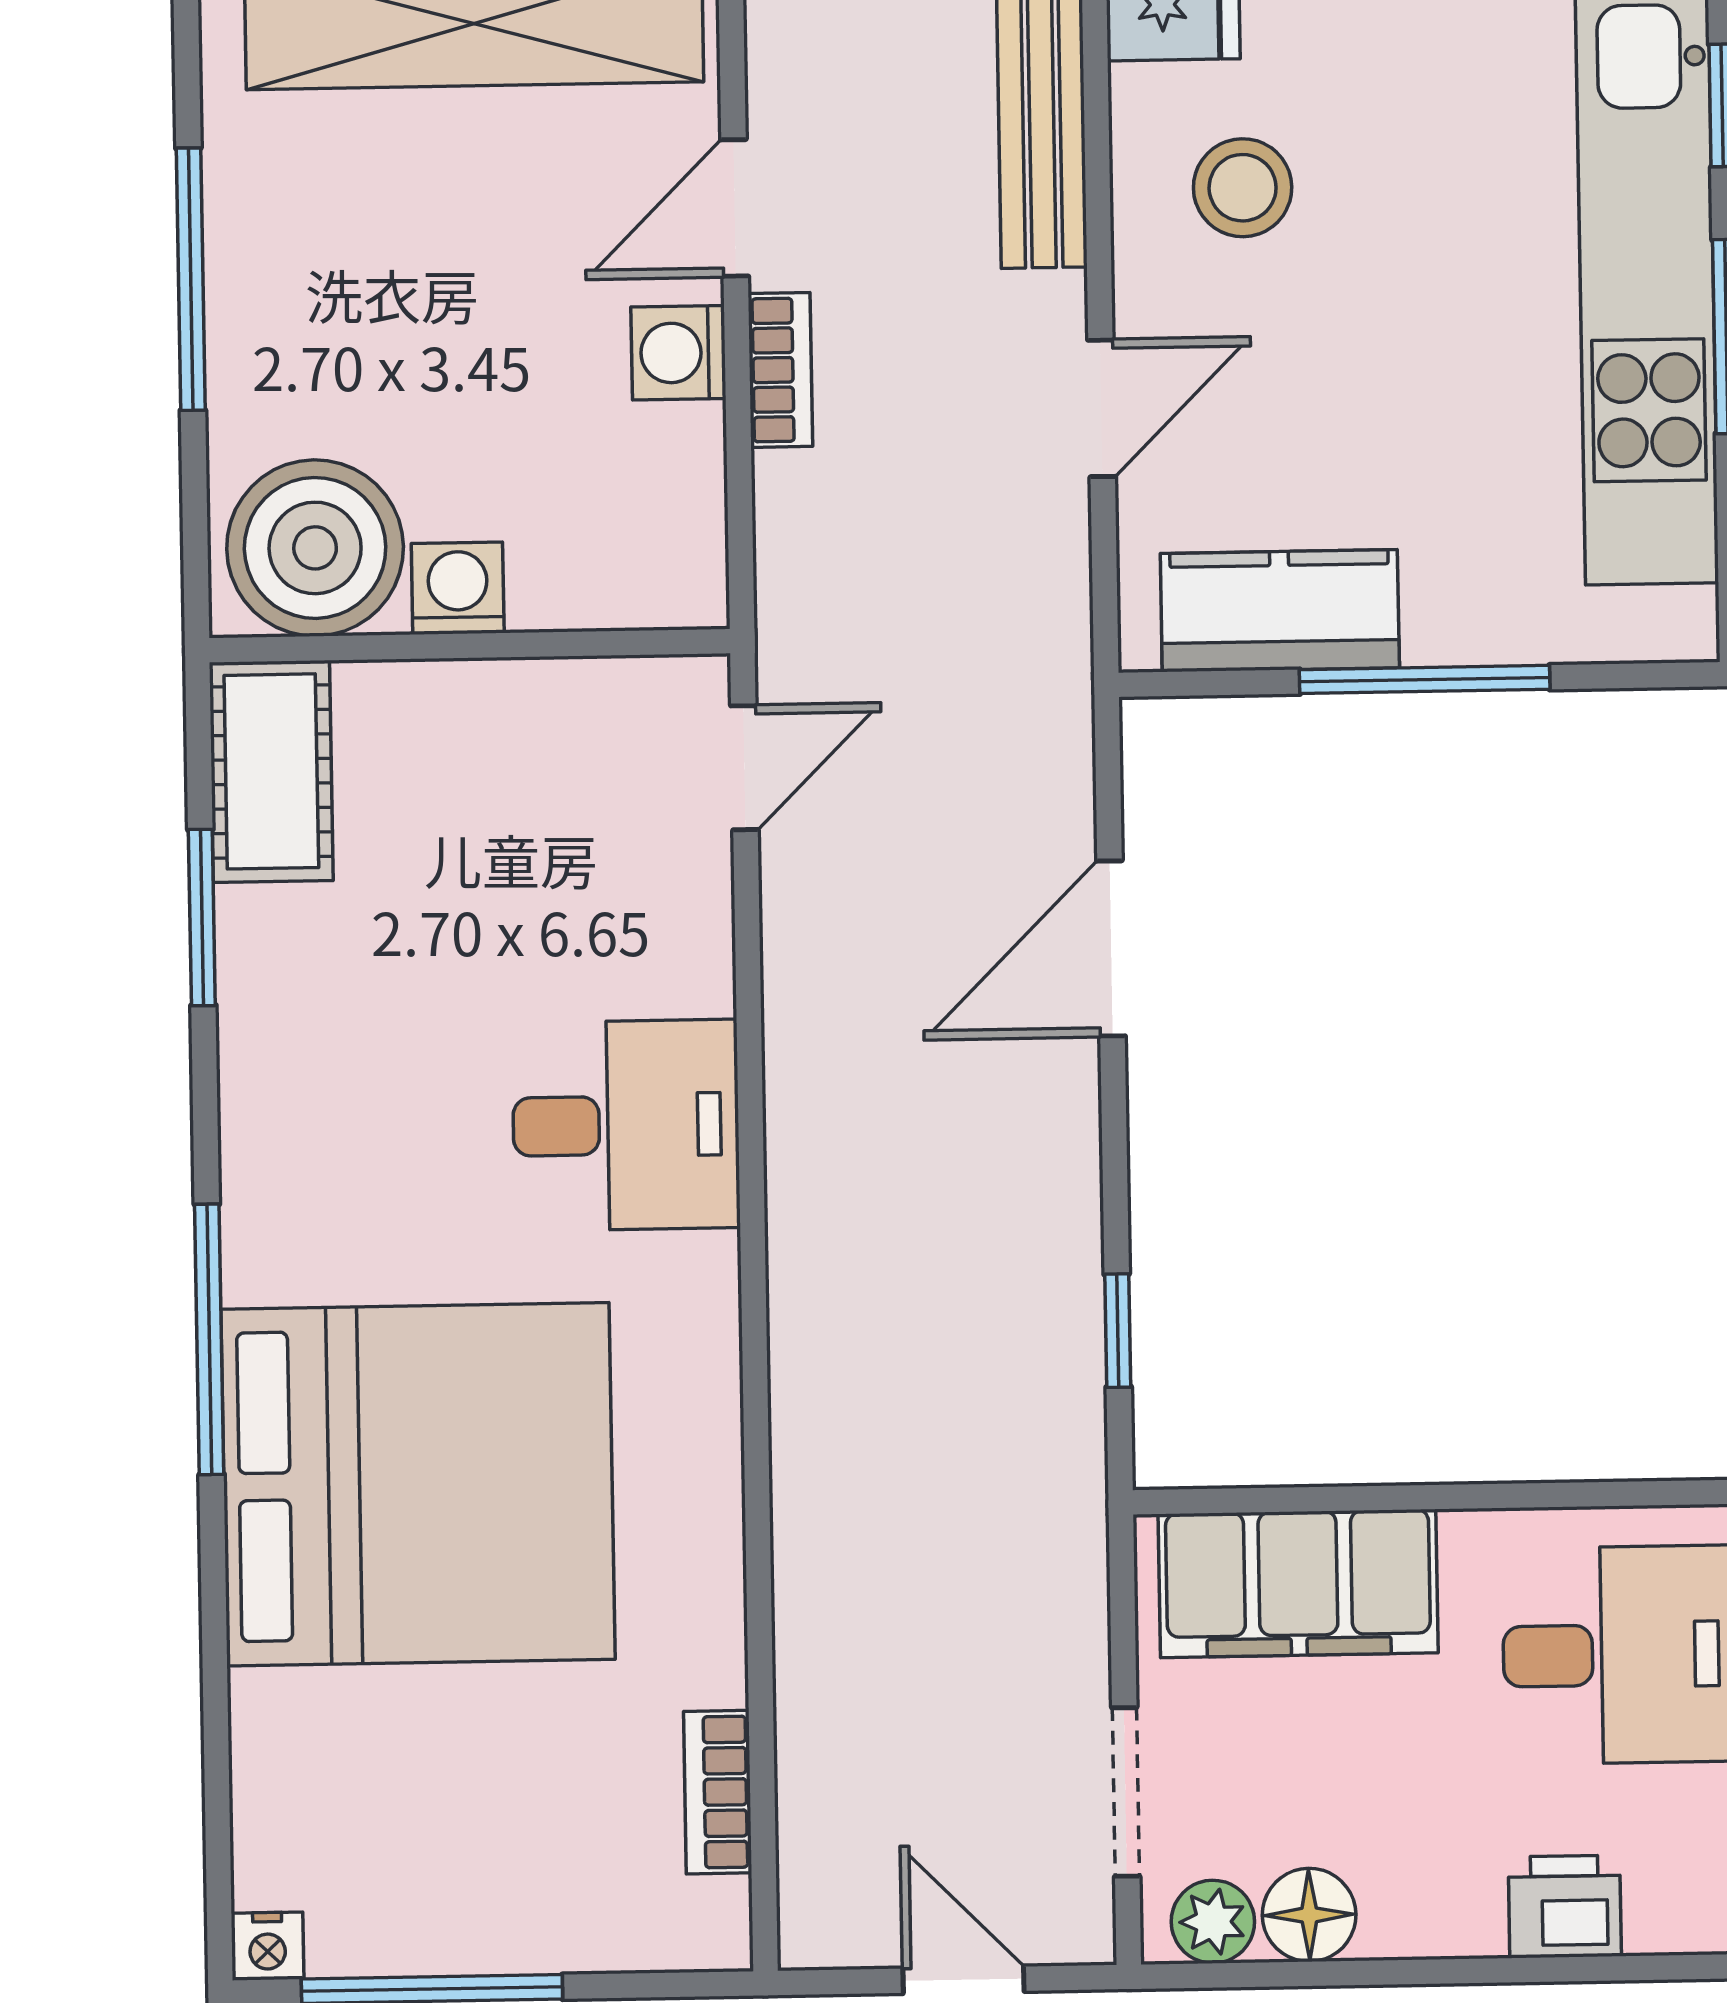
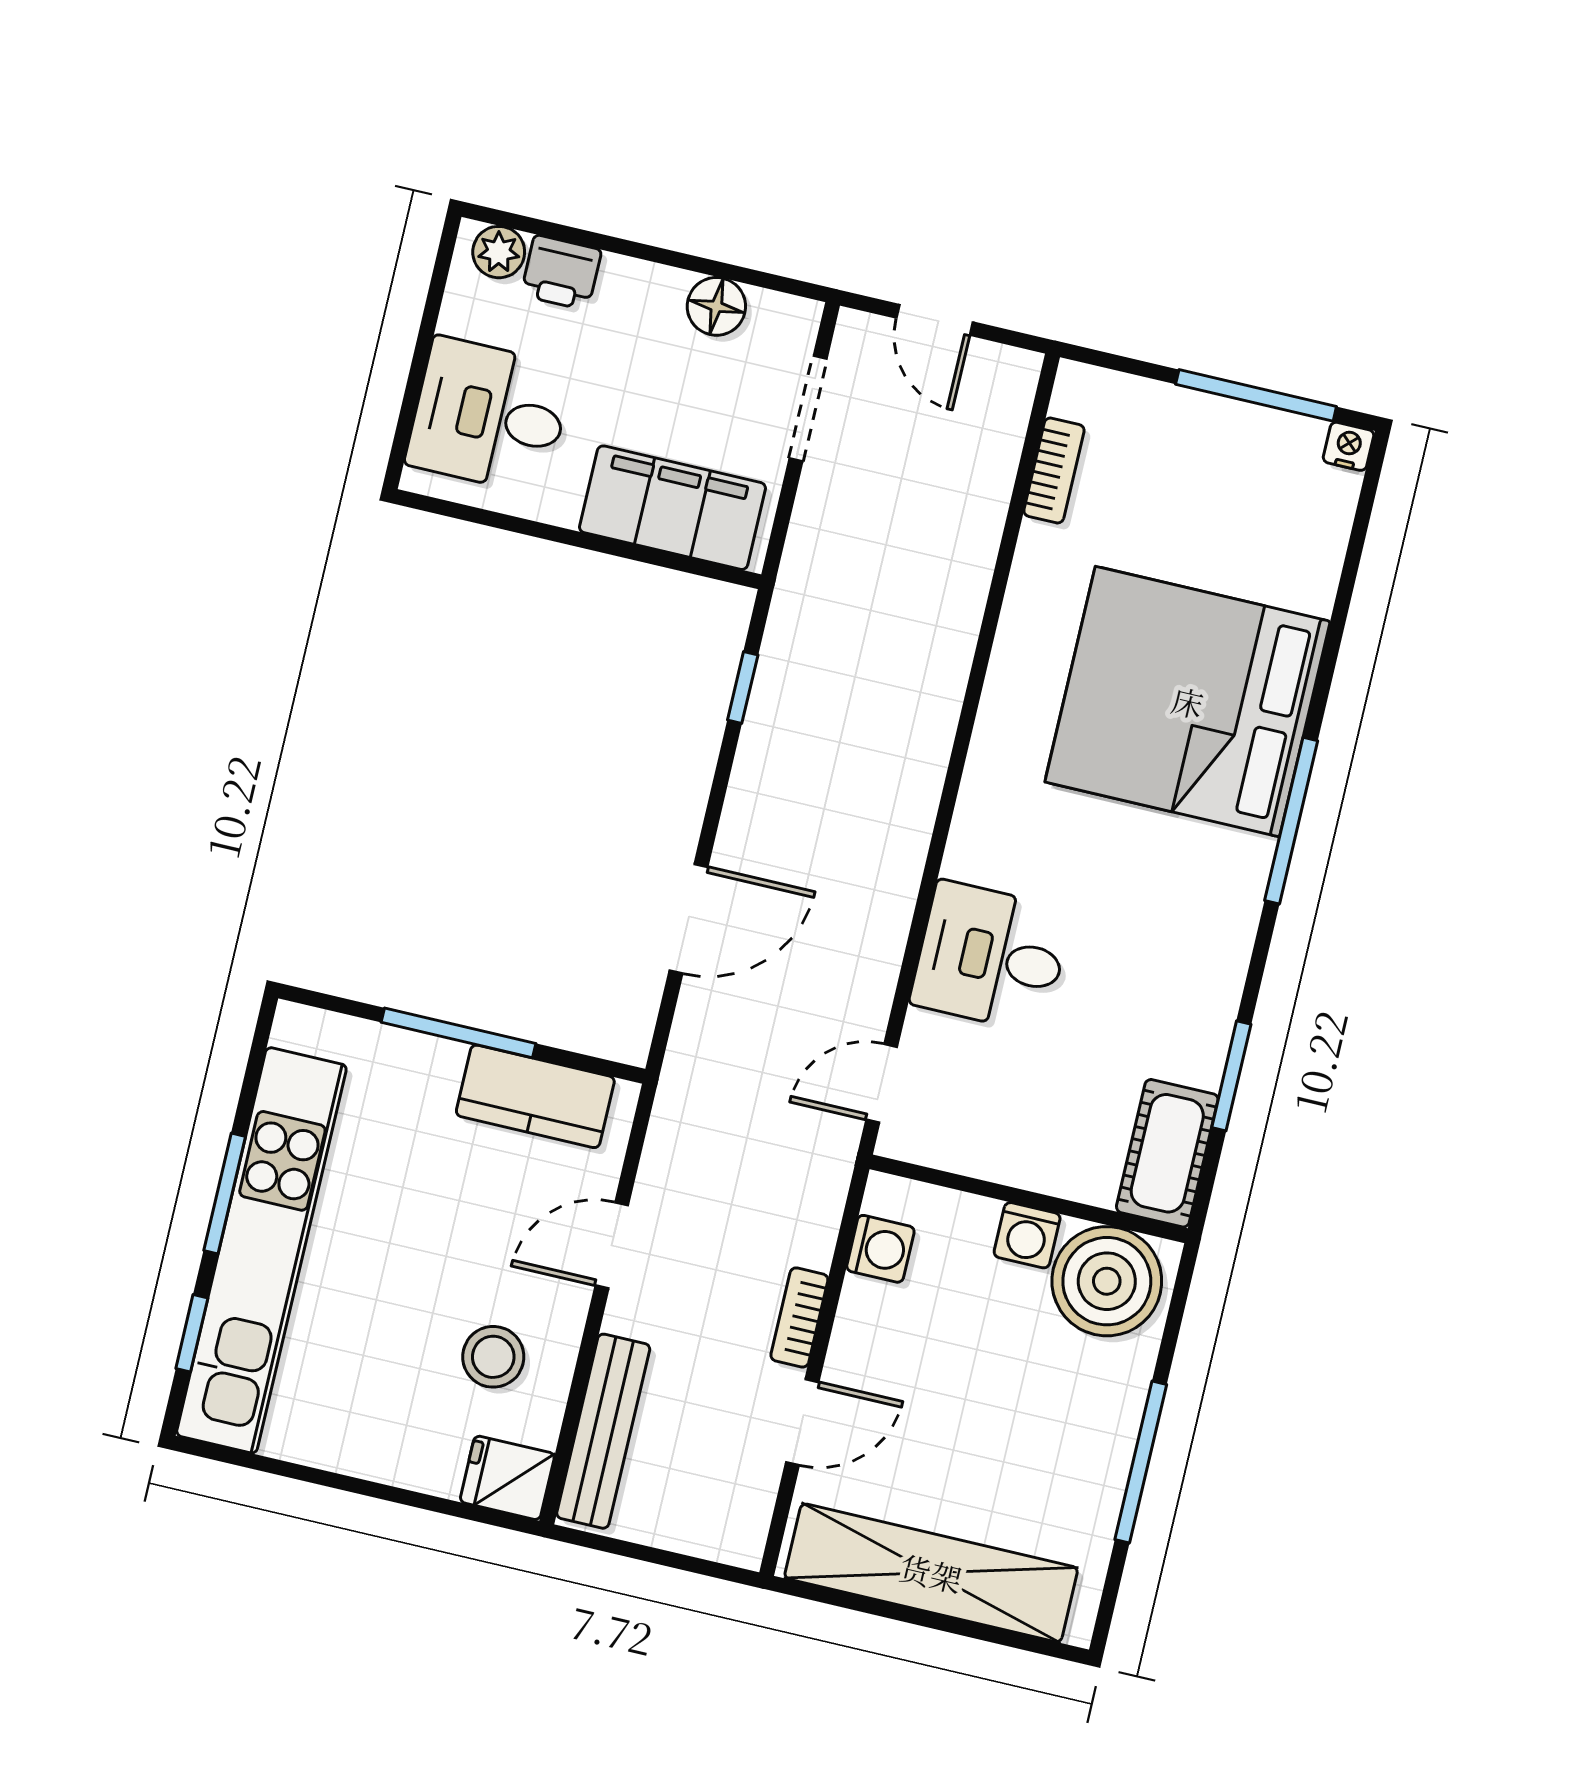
washing machine: (678, 353) -> (880, 1249), moved
desk: (626, 1125) -> (991, 957), moved
plant: (1213, 1922) -> (499, 252), moved

